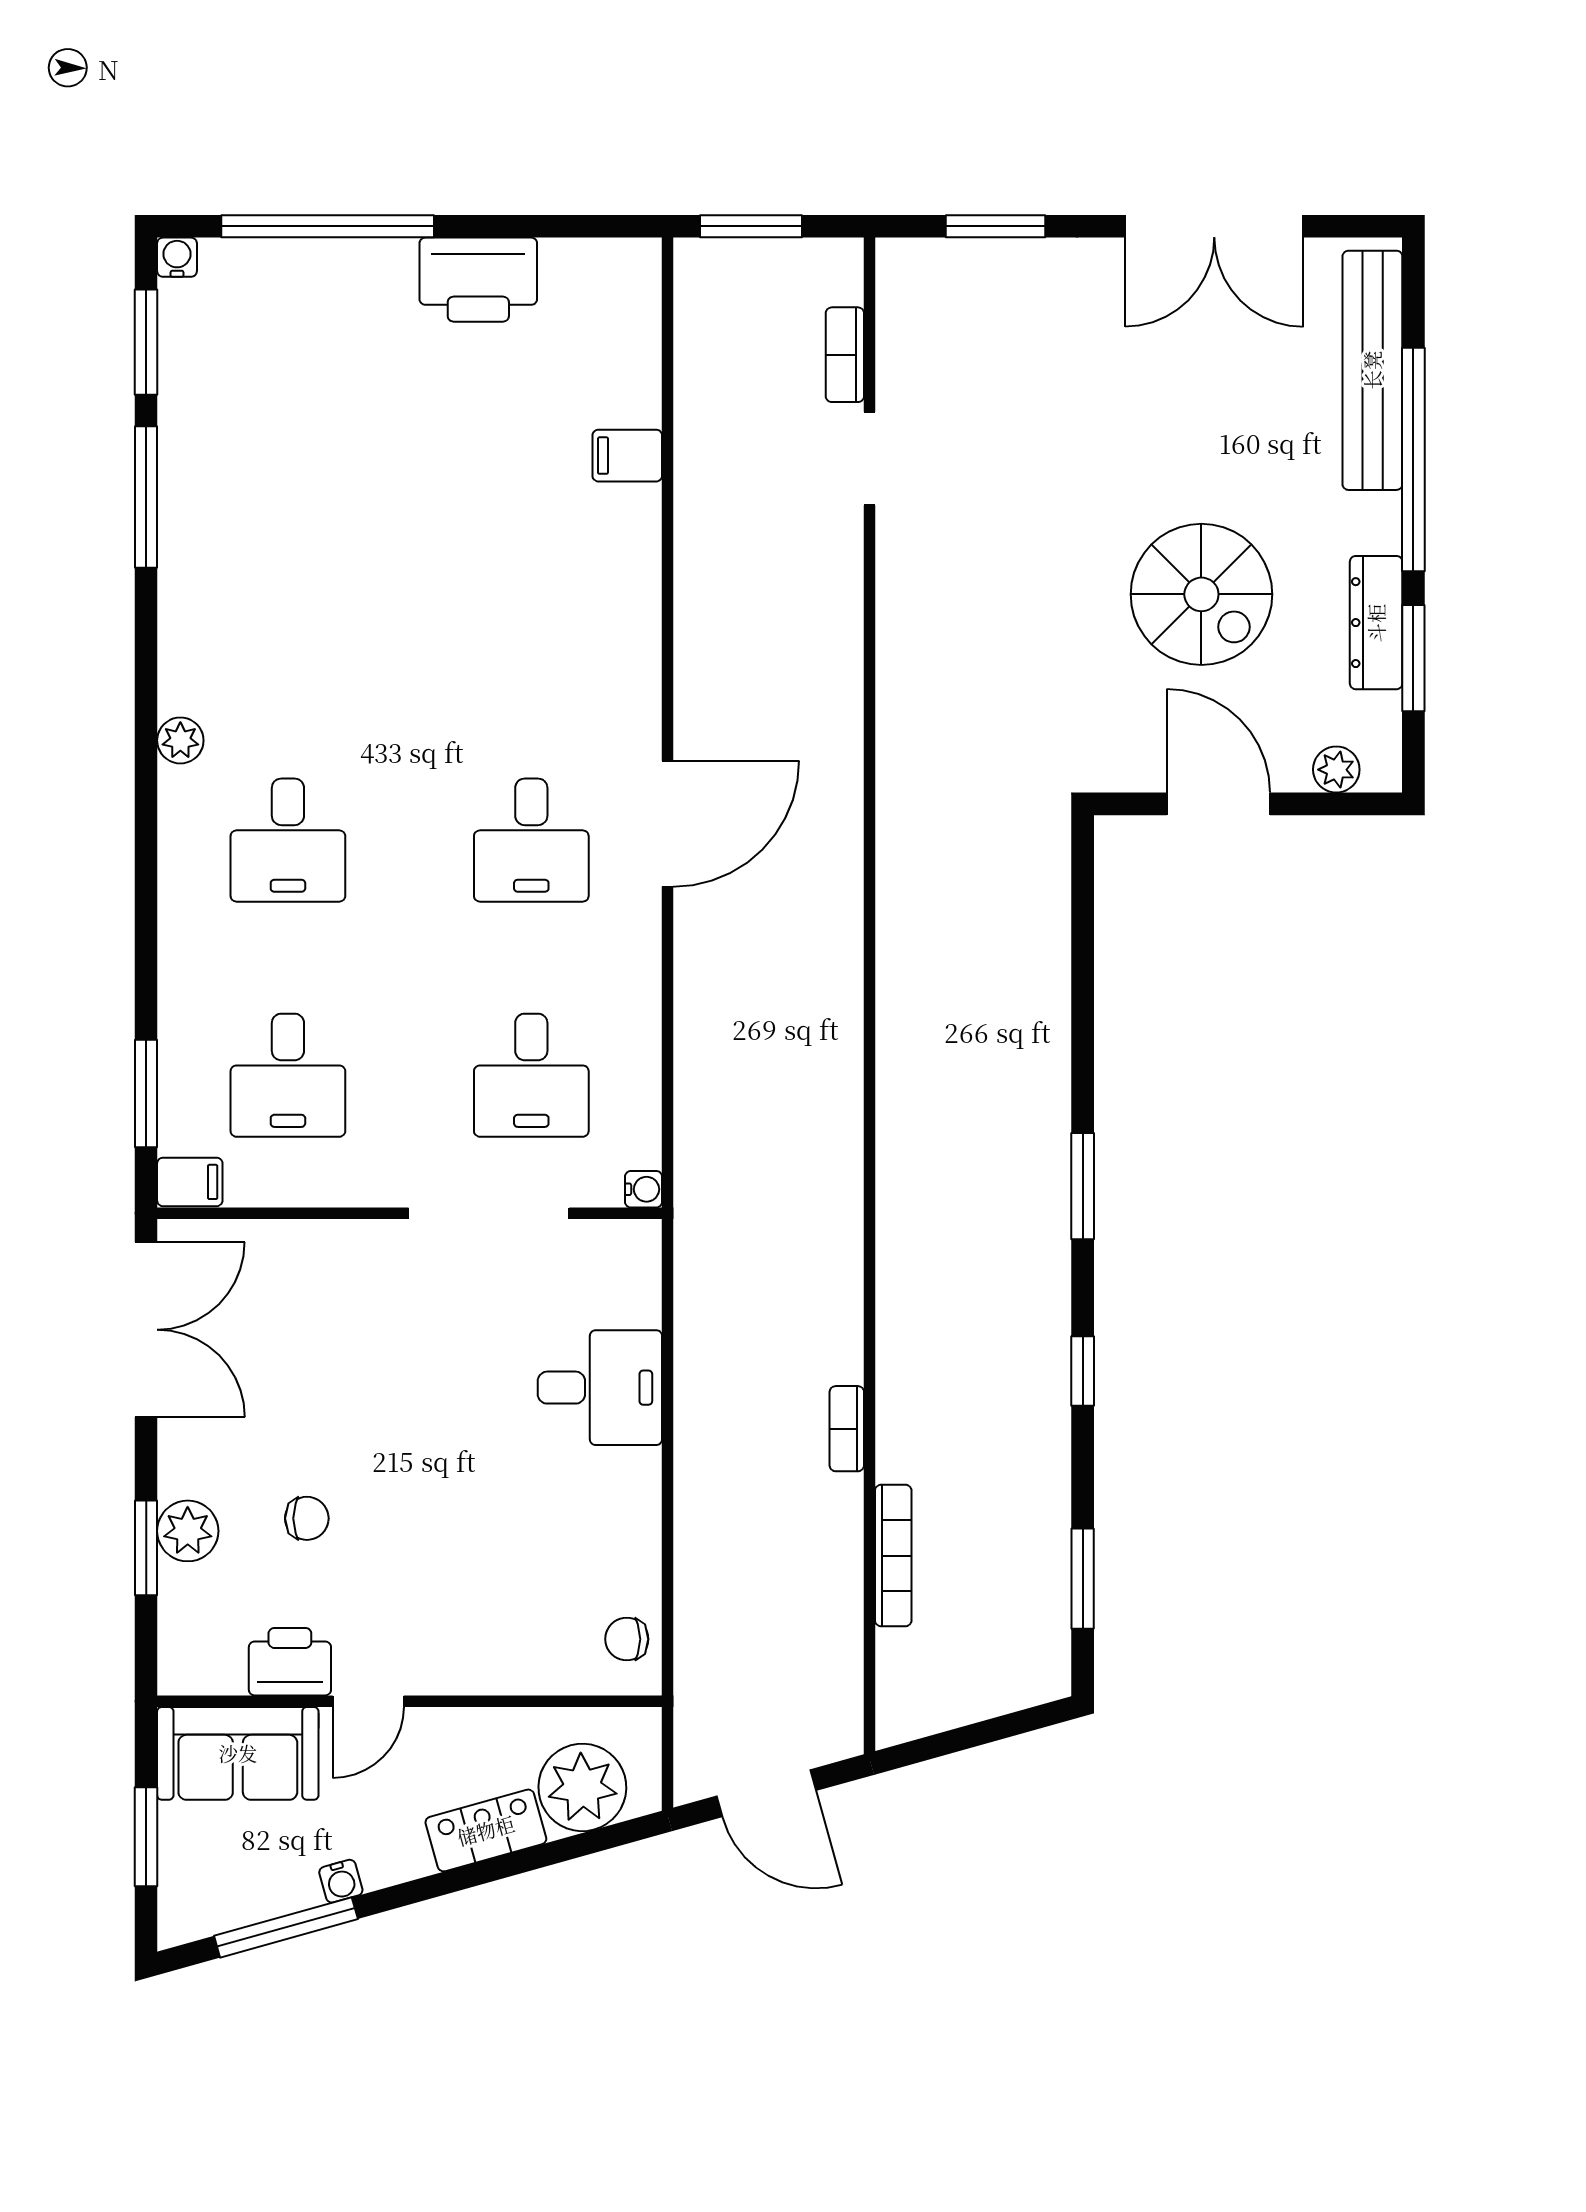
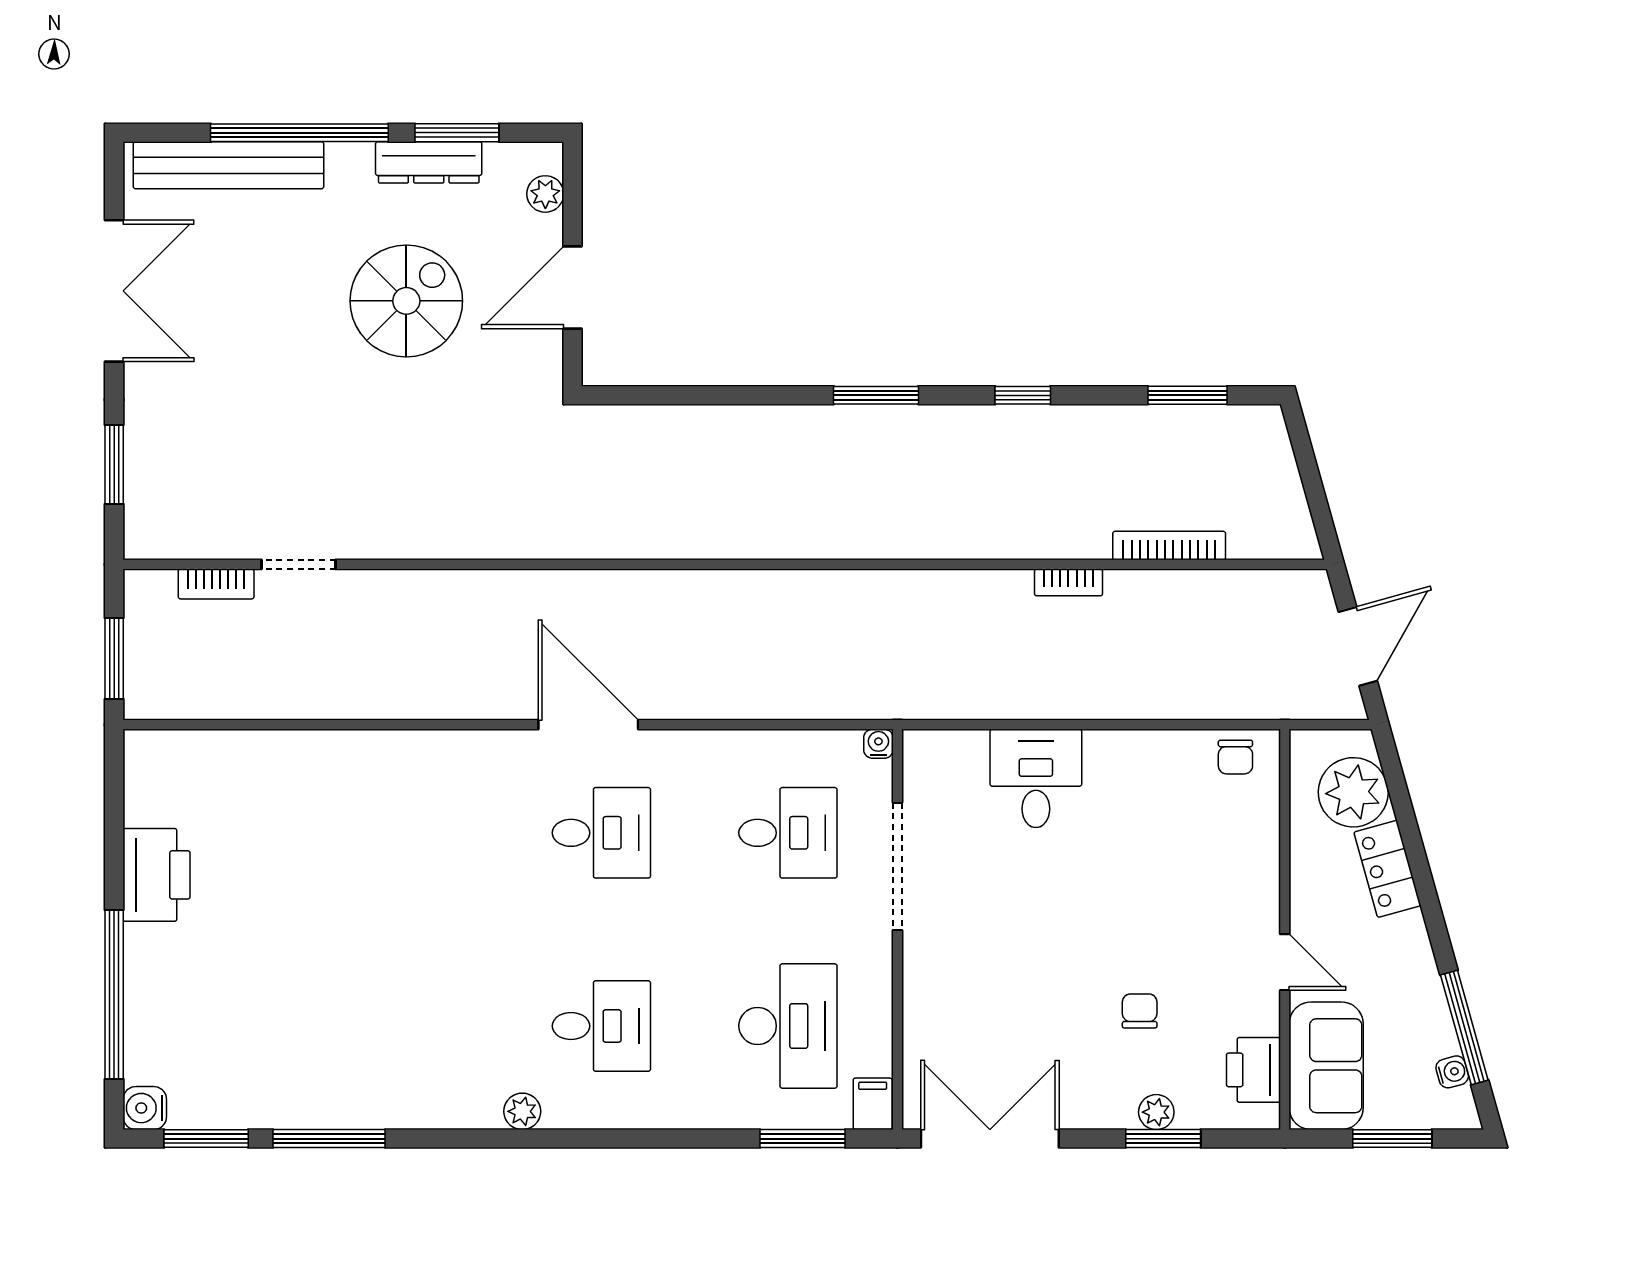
water cooler: (177, 257) -> (145, 1108), width x1.38, depth x1.38
filing cabinet: (627, 456) -> (296, 757), removed
desk: (288, 1075) -> (788, 1026), width x1.37
plant: (188, 1531) -> (1156, 1112), width x0.73, depth x0.73
printer: (290, 1662) -> (1253, 1070), moved
water cooler: (341, 1881) -> (1452, 1072), moved

